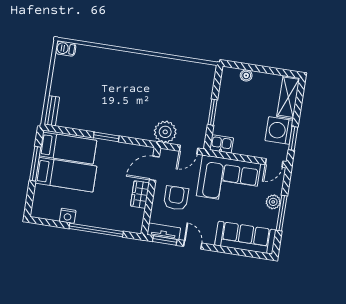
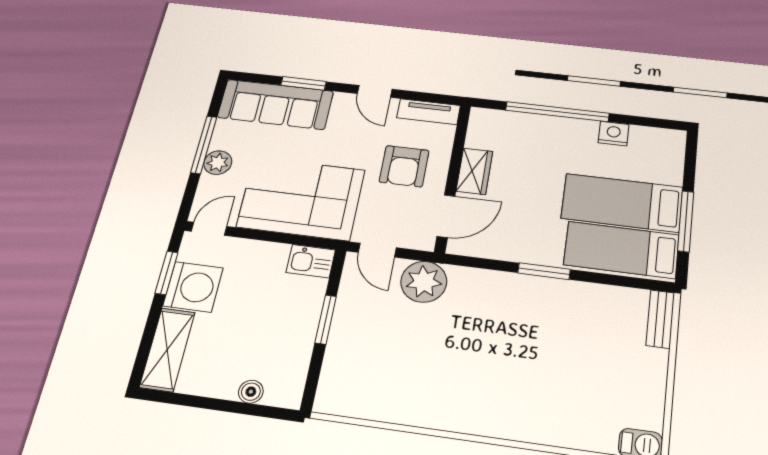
door: (189, 150) -> (377, 250), swing flipped
window: (165, 241) -> (304, 83), moved

